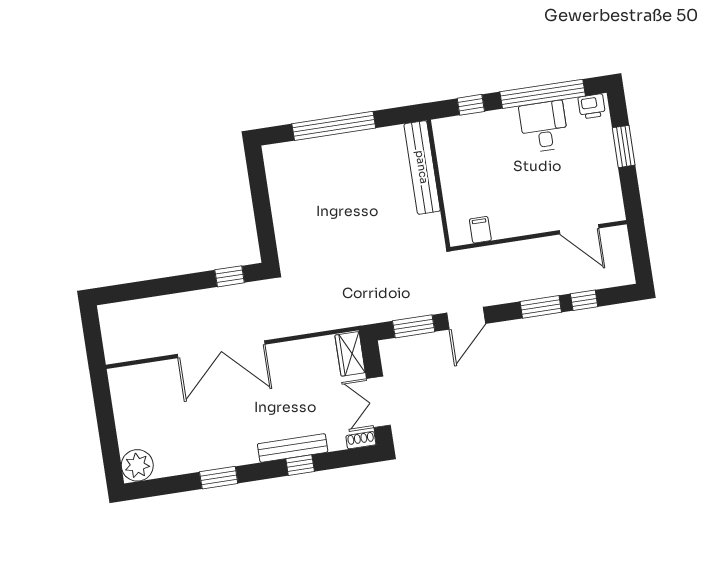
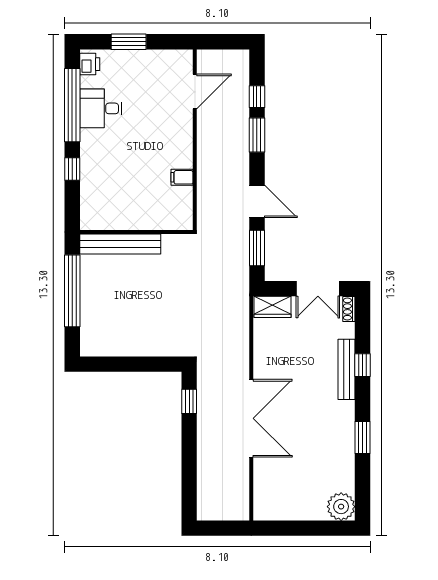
bench: (422, 167) -> (120, 244), moved
wall: (438, 184) -> (136, 232), moved

